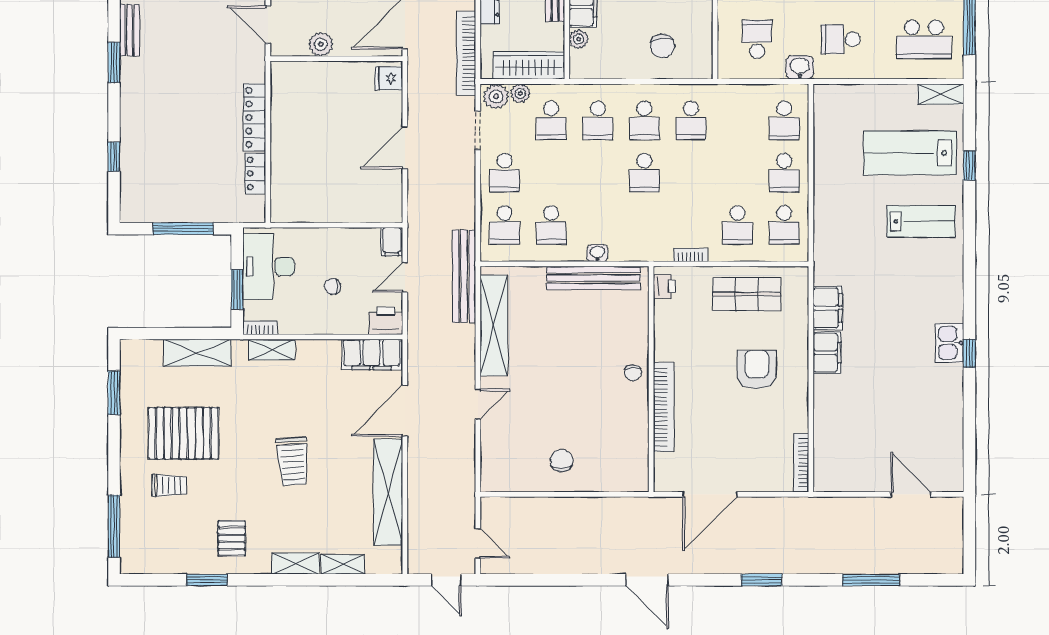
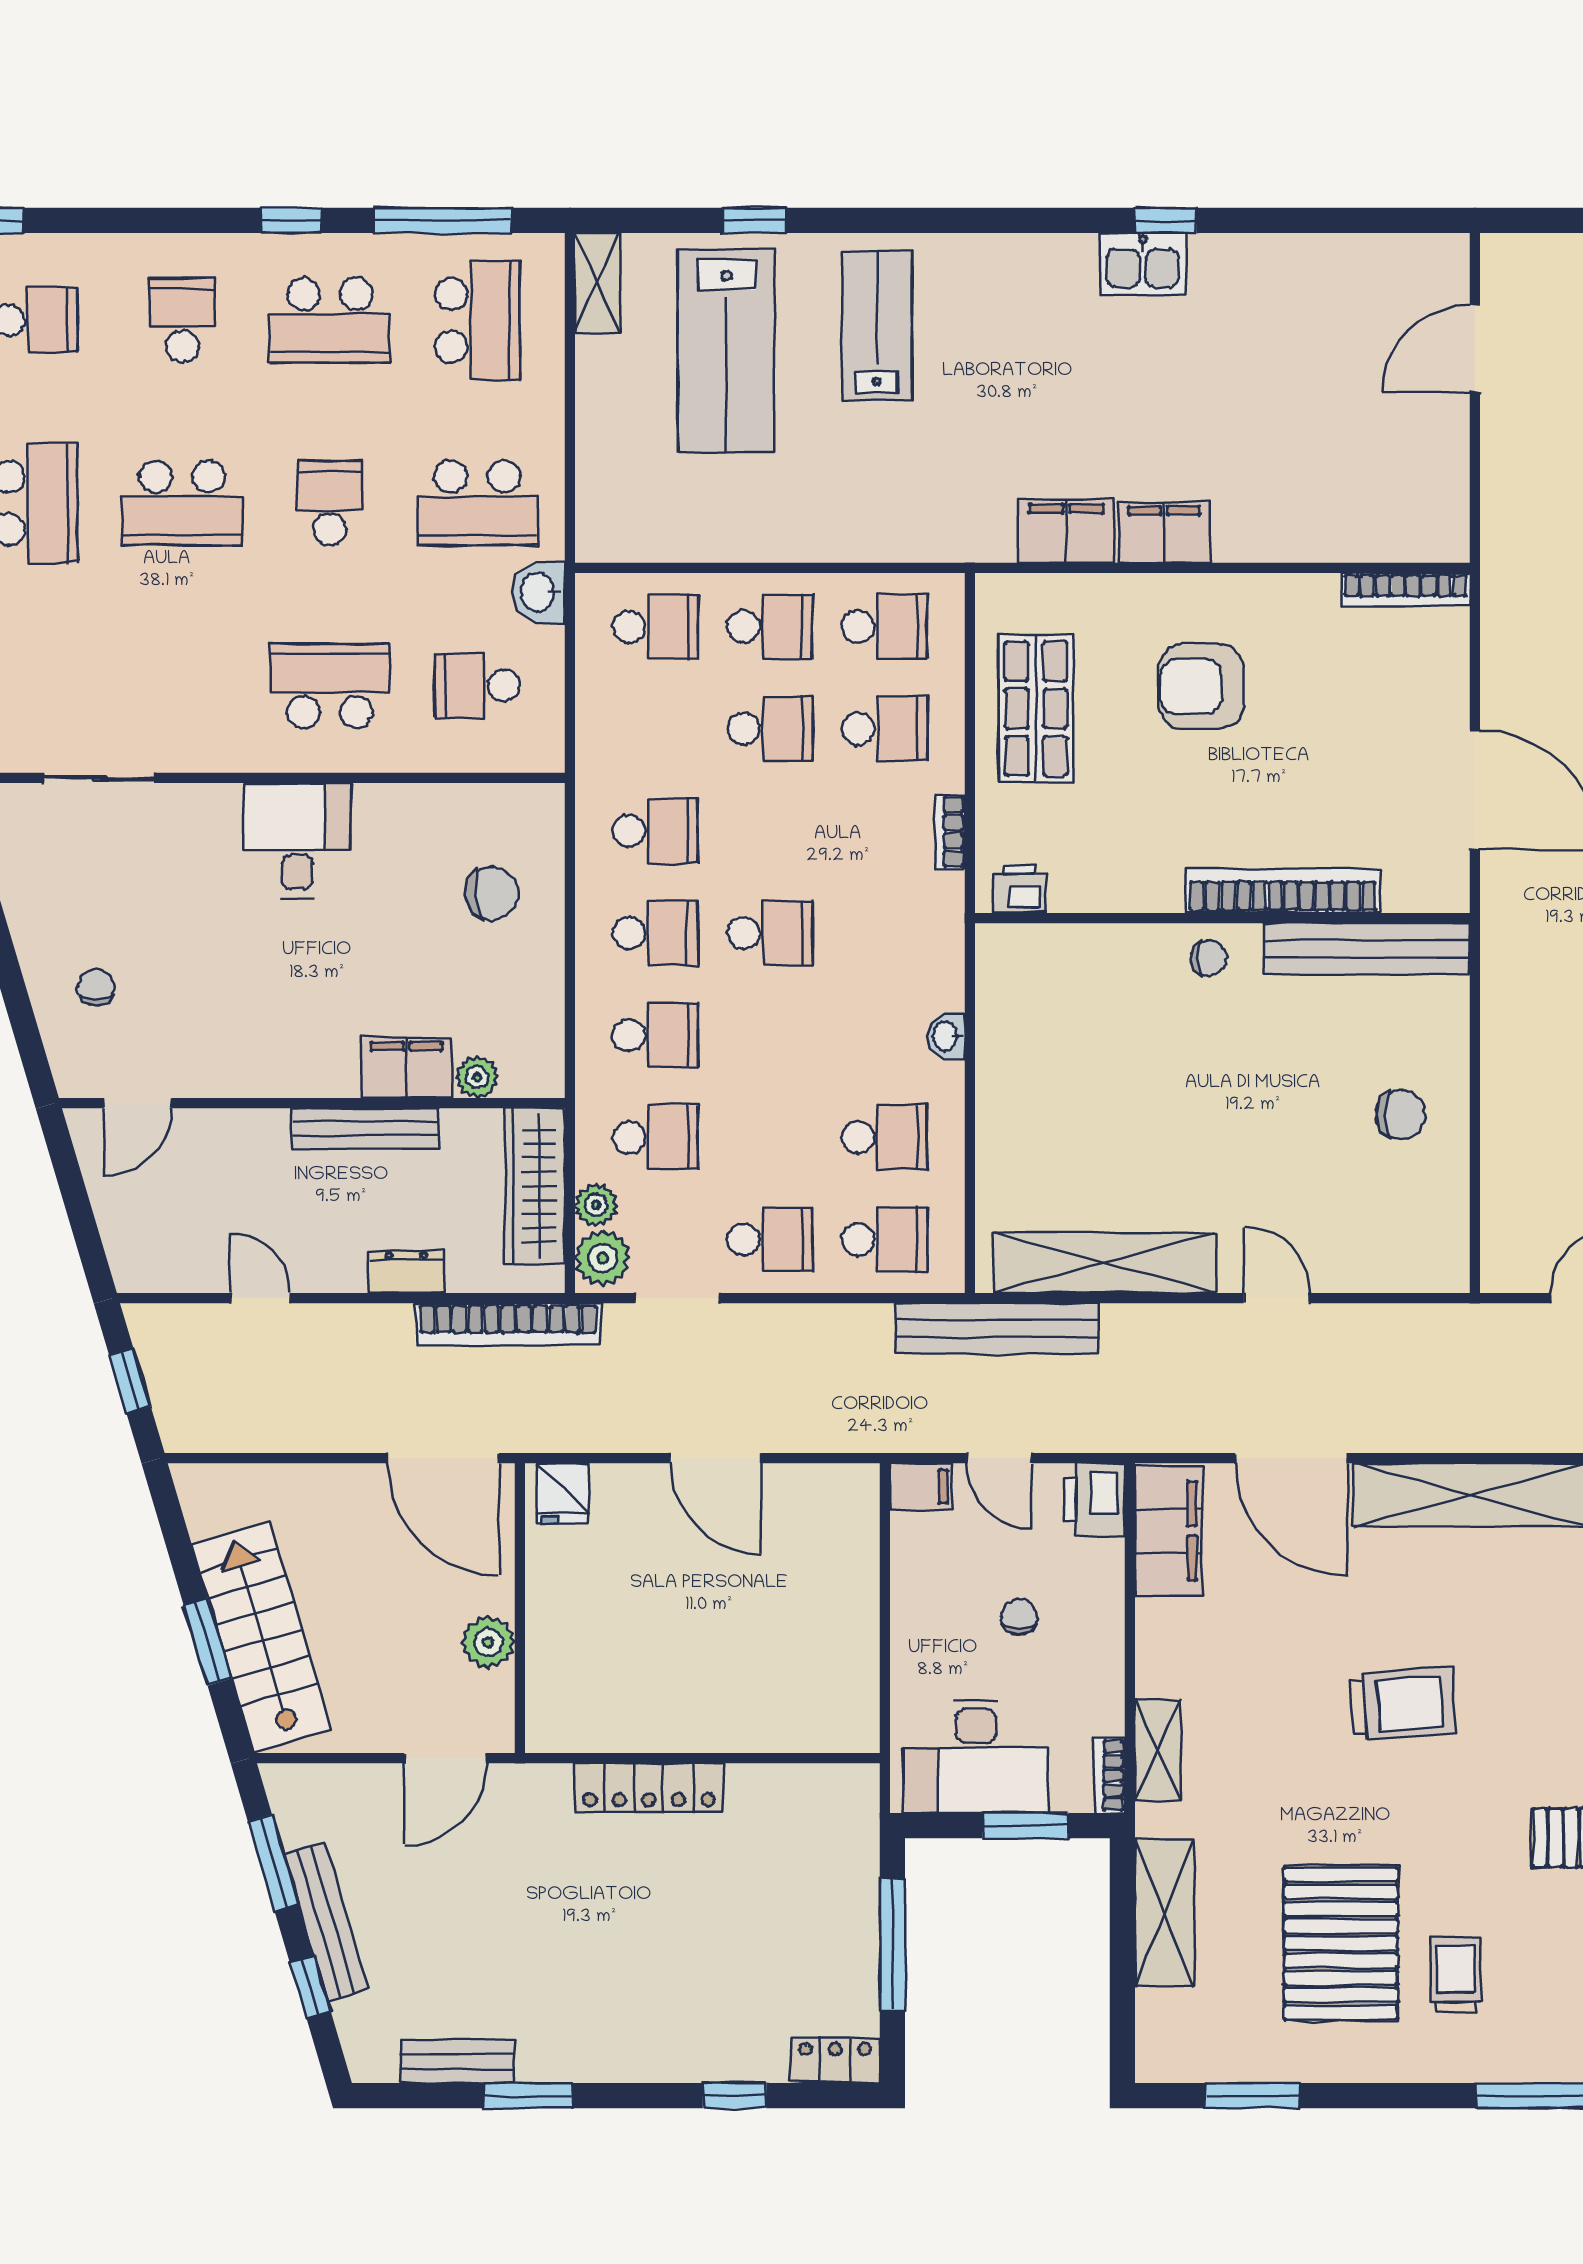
school desk: (841, 39) -> (477, 503), width x1.85
locker: (255, 173) -> (835, 2060), moved, turned 180
school desk: (738, 173) -> (770, 729), added
bench: (593, 278) -> (1367, 949), moved, turned 90
chair: (332, 286) -> (1019, 1617), turned 180
chair: (562, 460) -> (1401, 1114), turned 180

